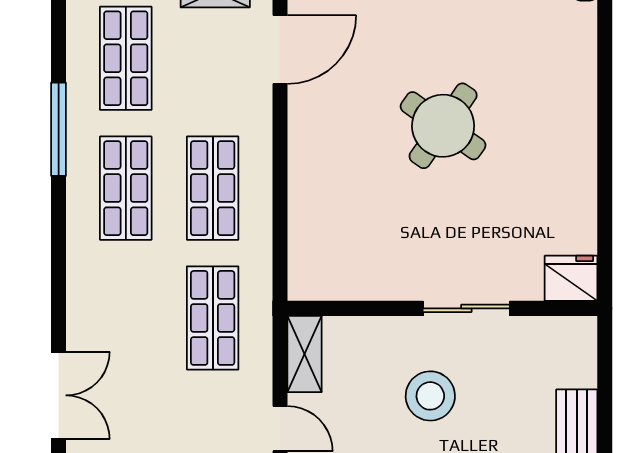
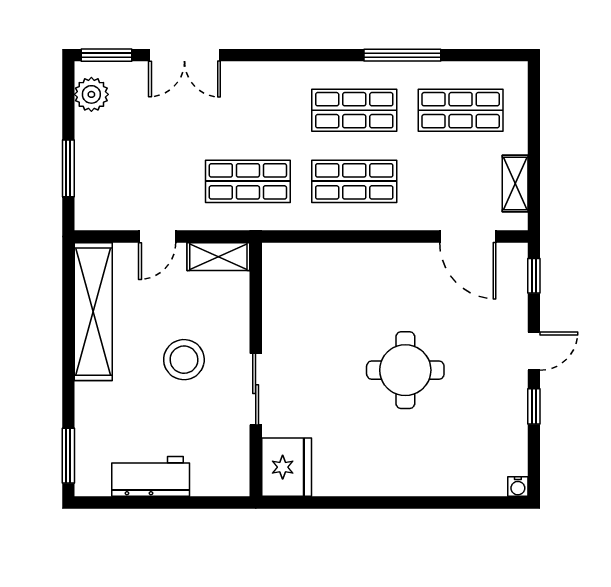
round table: (443, 126) -> (405, 370), turned -35
fridge: (571, 278) -> (287, 467), width x1.36, depth x1.34

